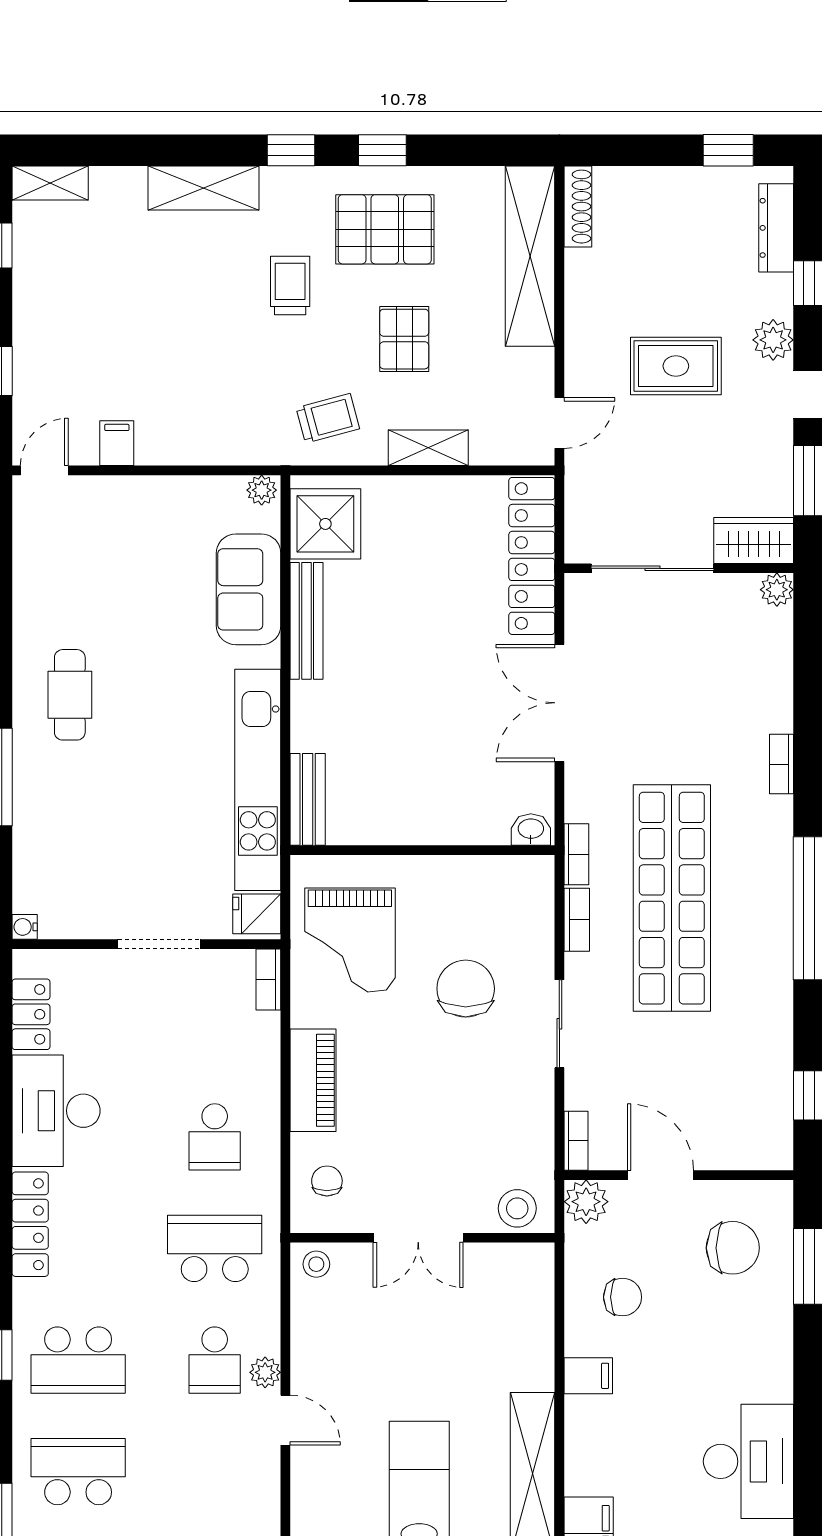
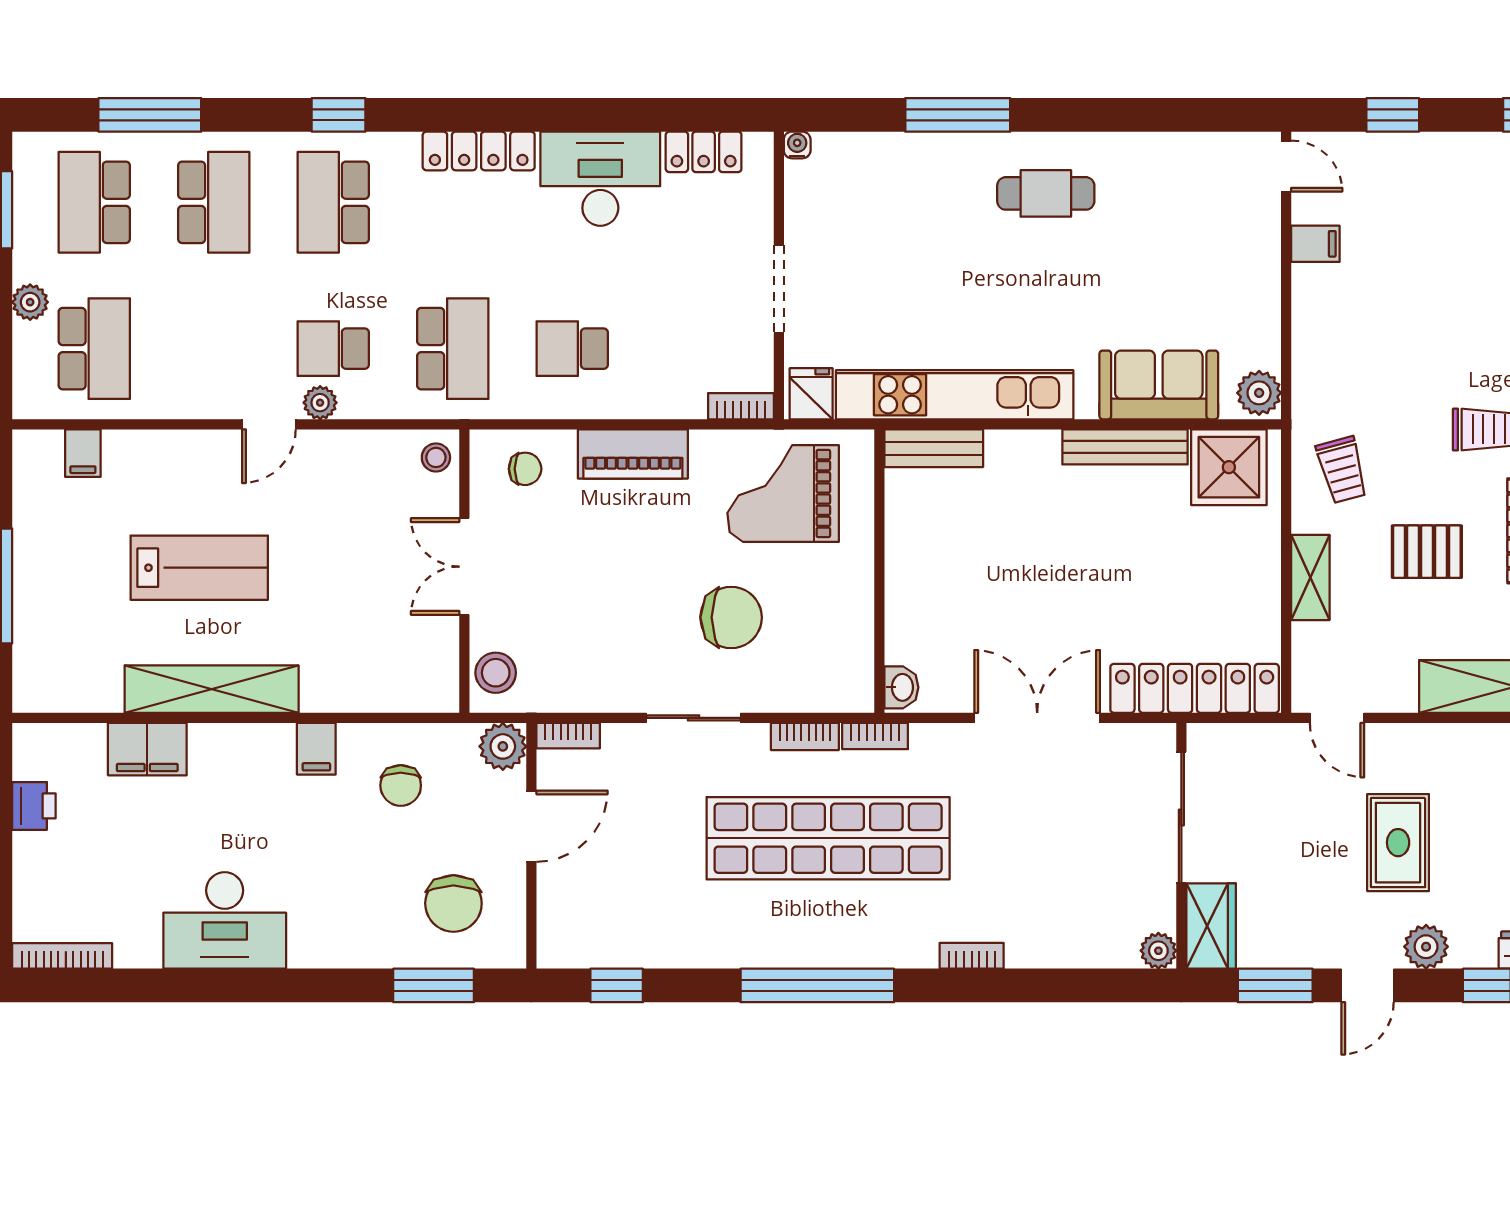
plant: (262, 490) -> (1259, 393), width x1.38, depth x1.38

